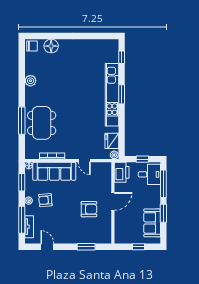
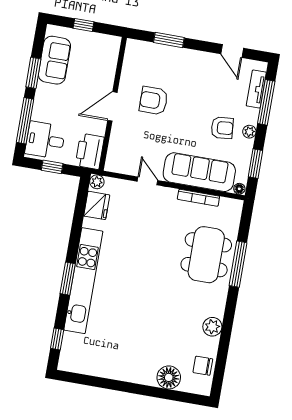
chair: (32, 46) -> (203, 366), moved

